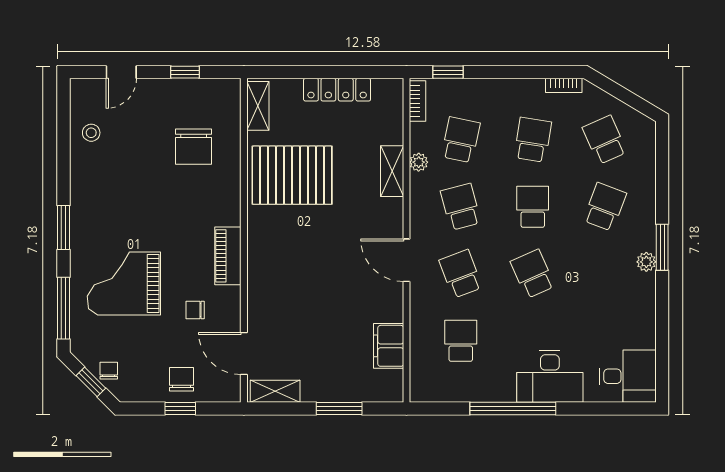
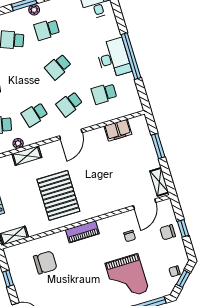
pallet: (292, 175) -> (58, 195), moved
school desk: (533, 207) -> (47, 29), moved
piano: (228, 256) -> (82, 232), moved
desk: (550, 376) -> (114, 58), moved

